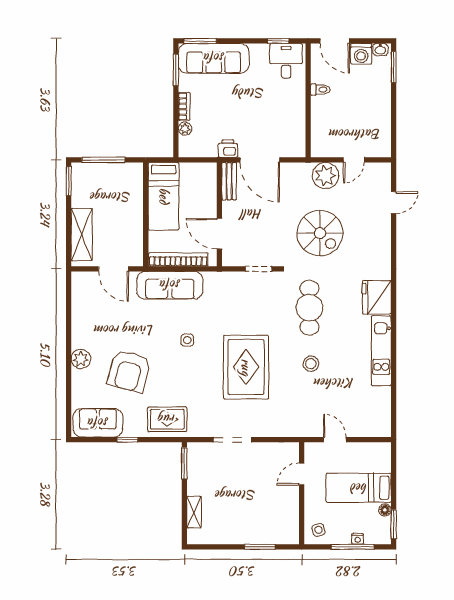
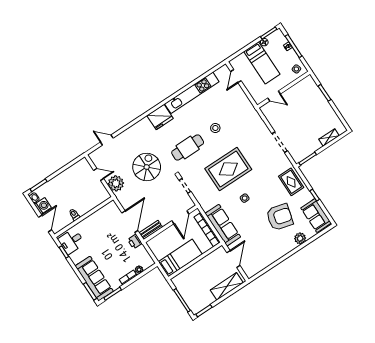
kitchen unit: (381, 351) -> (192, 93), width x1.36
plant: (81, 359) -> (300, 238), moved
rug: (246, 367) -> (228, 169), moved
door: (335, 440) -> (236, 76), moved

